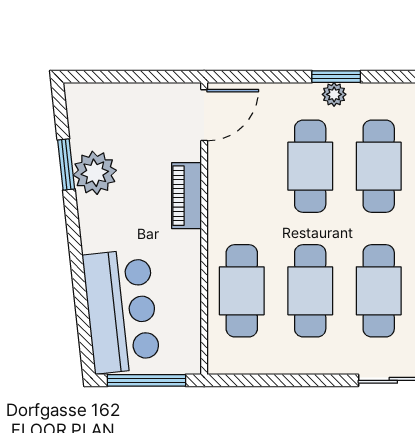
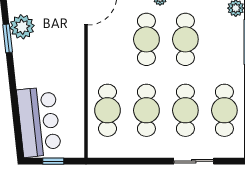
plant: (95, 173) -> (22, 27), moved
piano: (186, 196) -> (76, 56), removed
window: (146, 380) -> (53, 161), width x0.46

